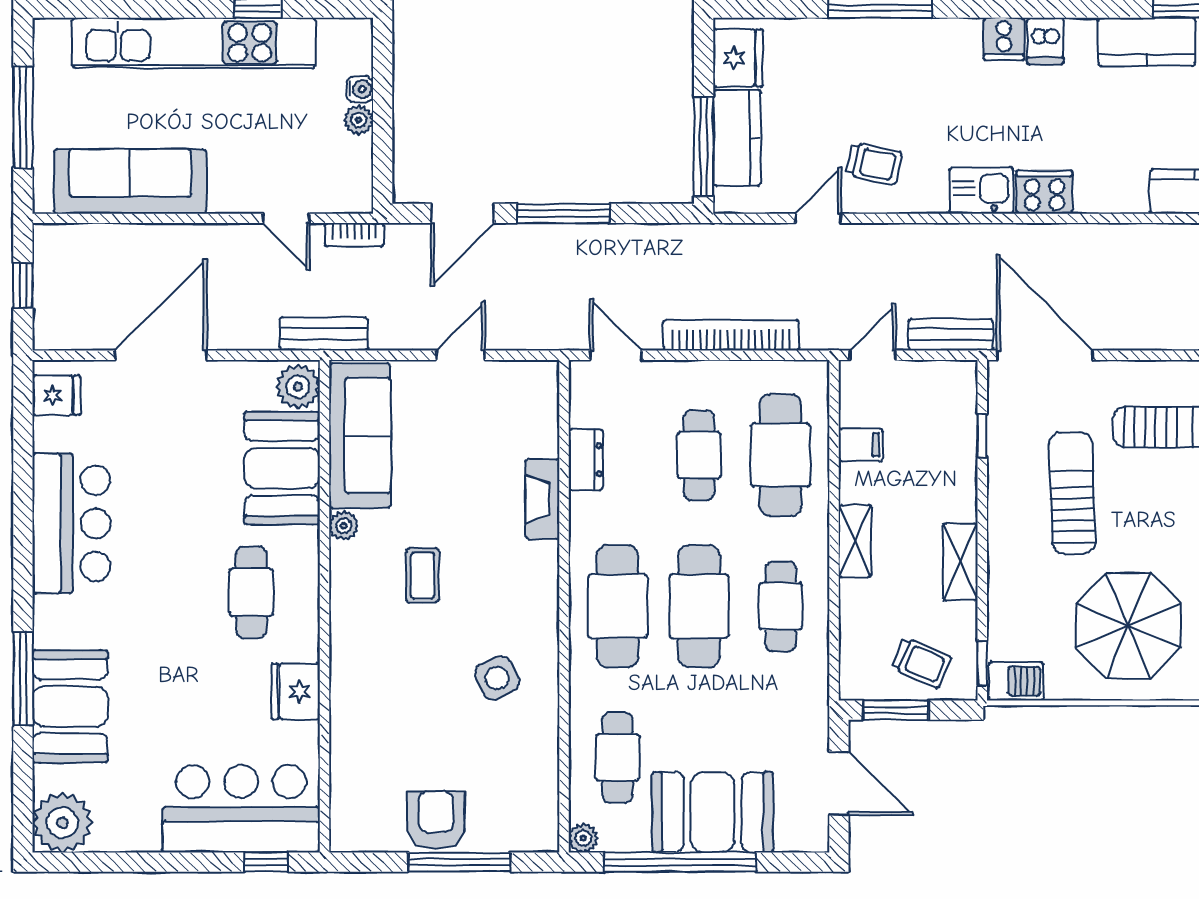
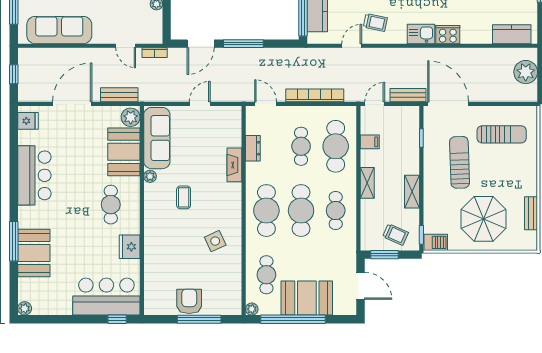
bench: (324, 334) -> (119, 95), moved
plant: (62, 823) -> (25, 308), width x0.53, depth x0.53

